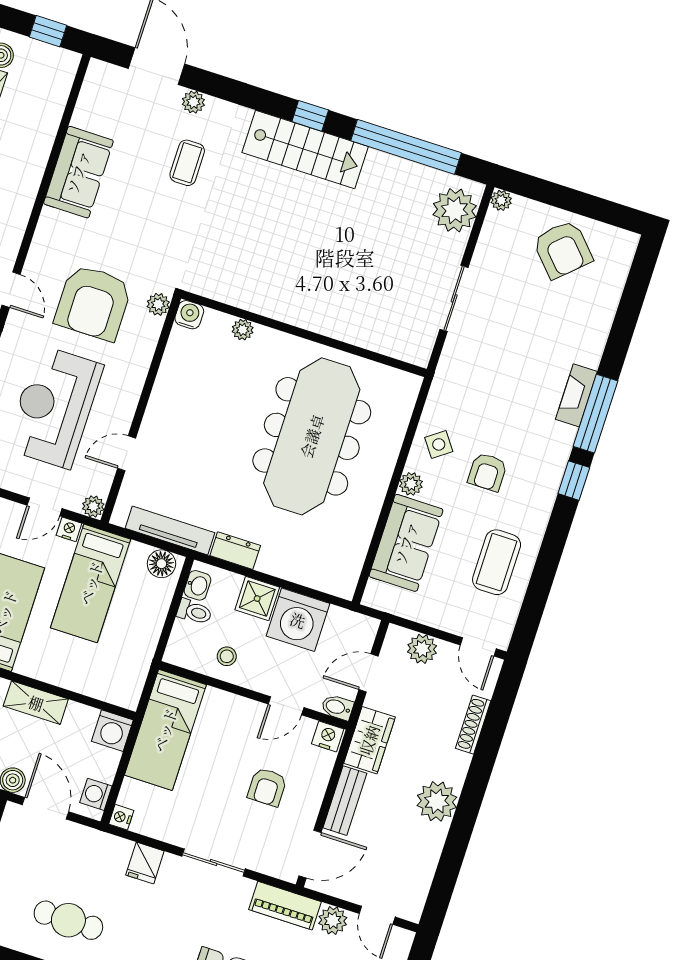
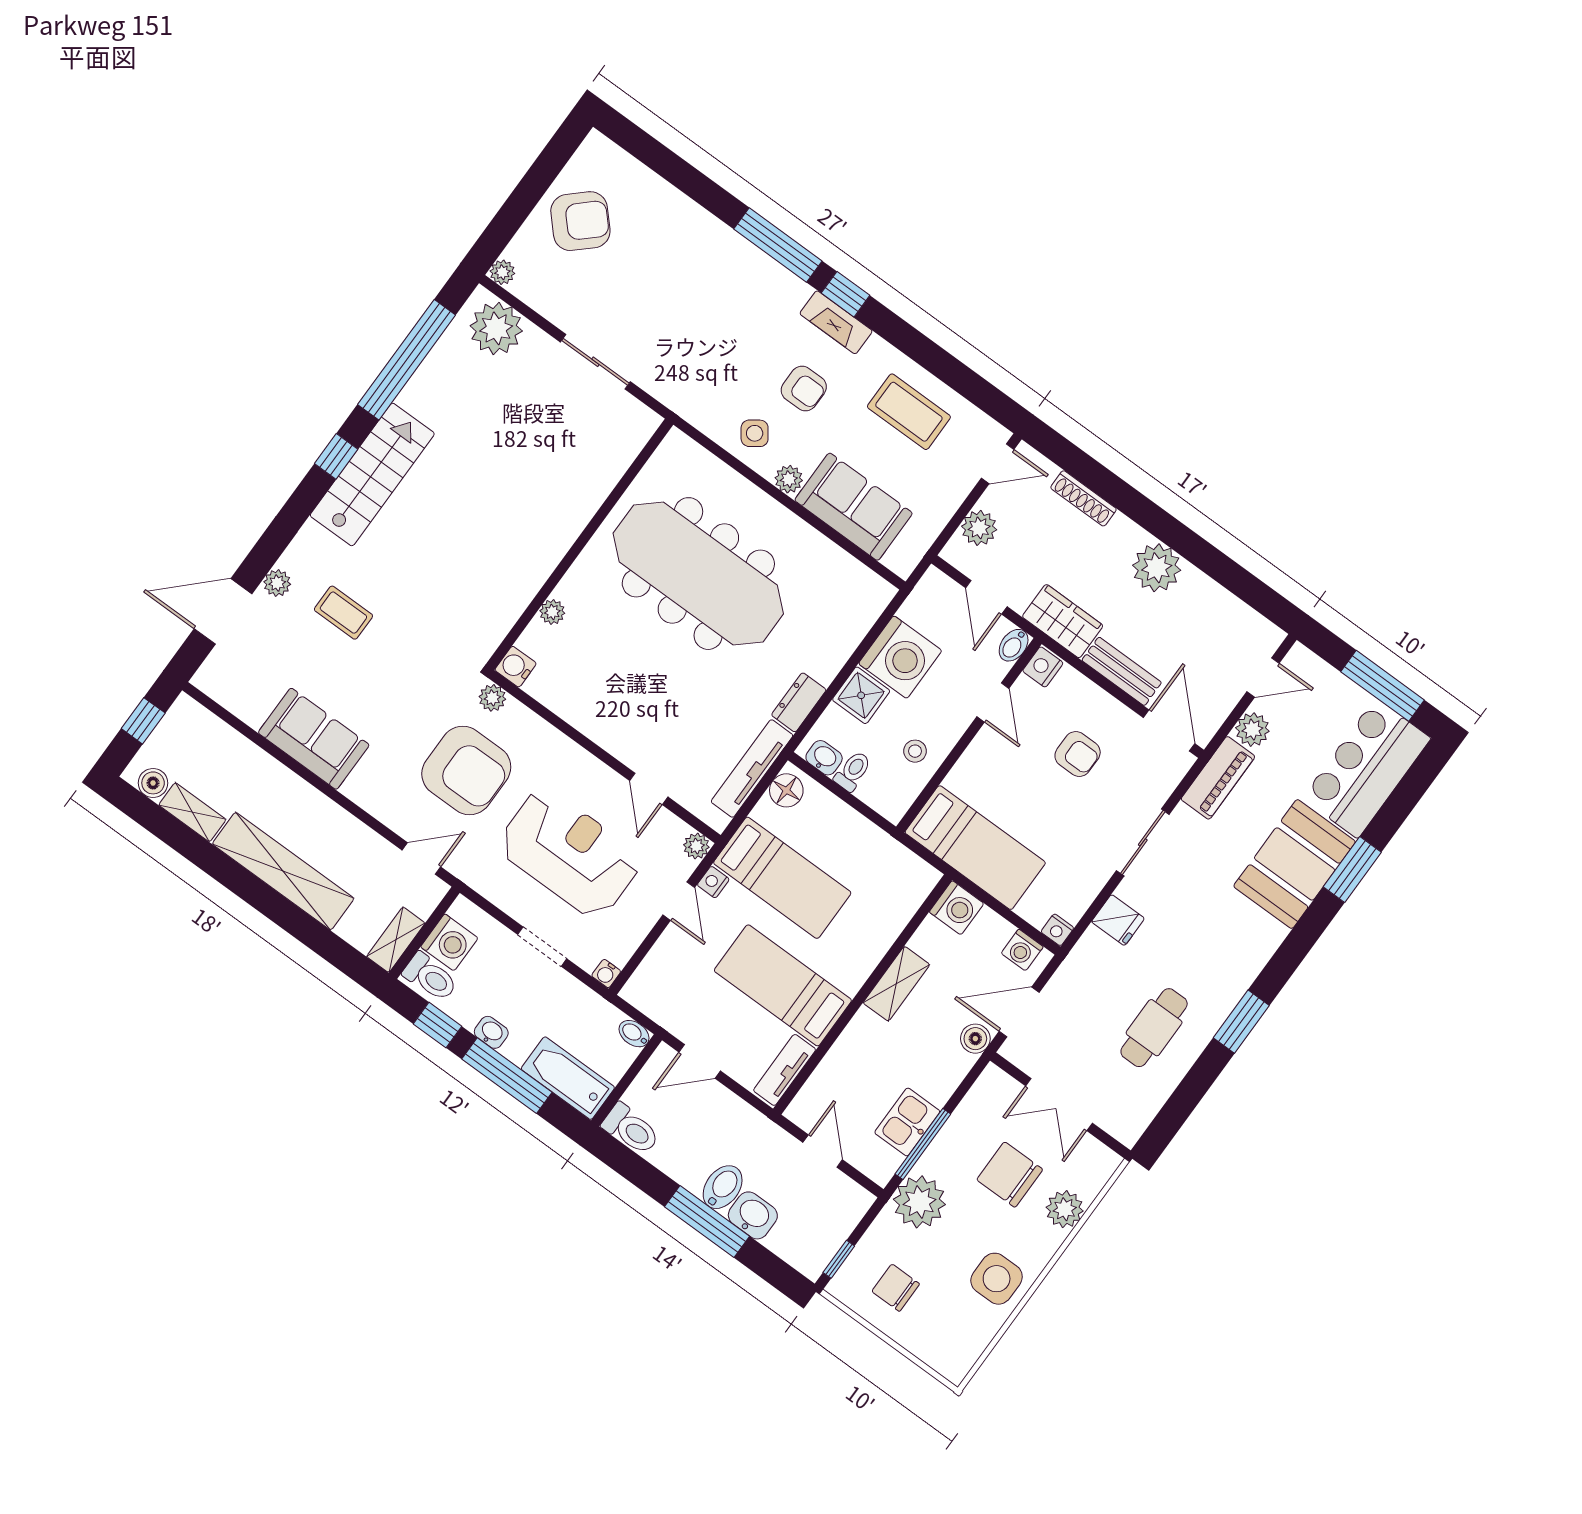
fireplace: (576, 395) -> (836, 322), moved
reception desk: (54, 407) -> (570, 853), turned 180

